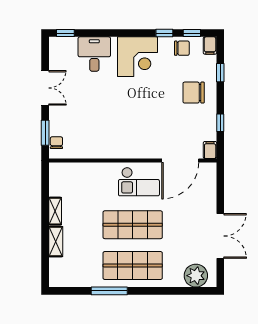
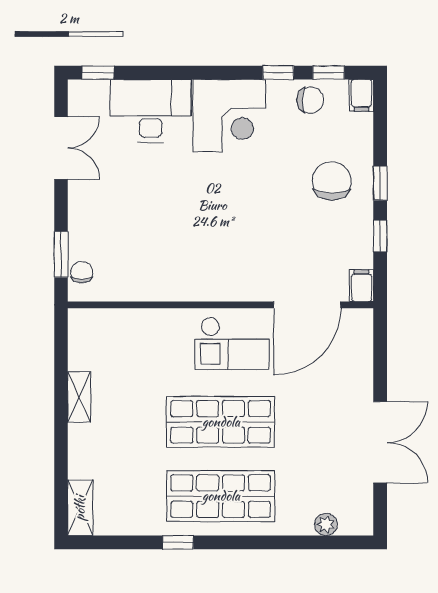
desk: (94, 54) -> (151, 111), width x1.37
window: (220, 73) -> (380, 183), moved
double door: (45, 88) -> (61, 148), moved
chair: (194, 93) -> (332, 181), turned 90
shelving: (56, 242) -> (80, 508), moved
plant: (196, 276) -> (326, 524), width x0.53, depth x0.53
window: (109, 291) -> (178, 542), width x0.46

